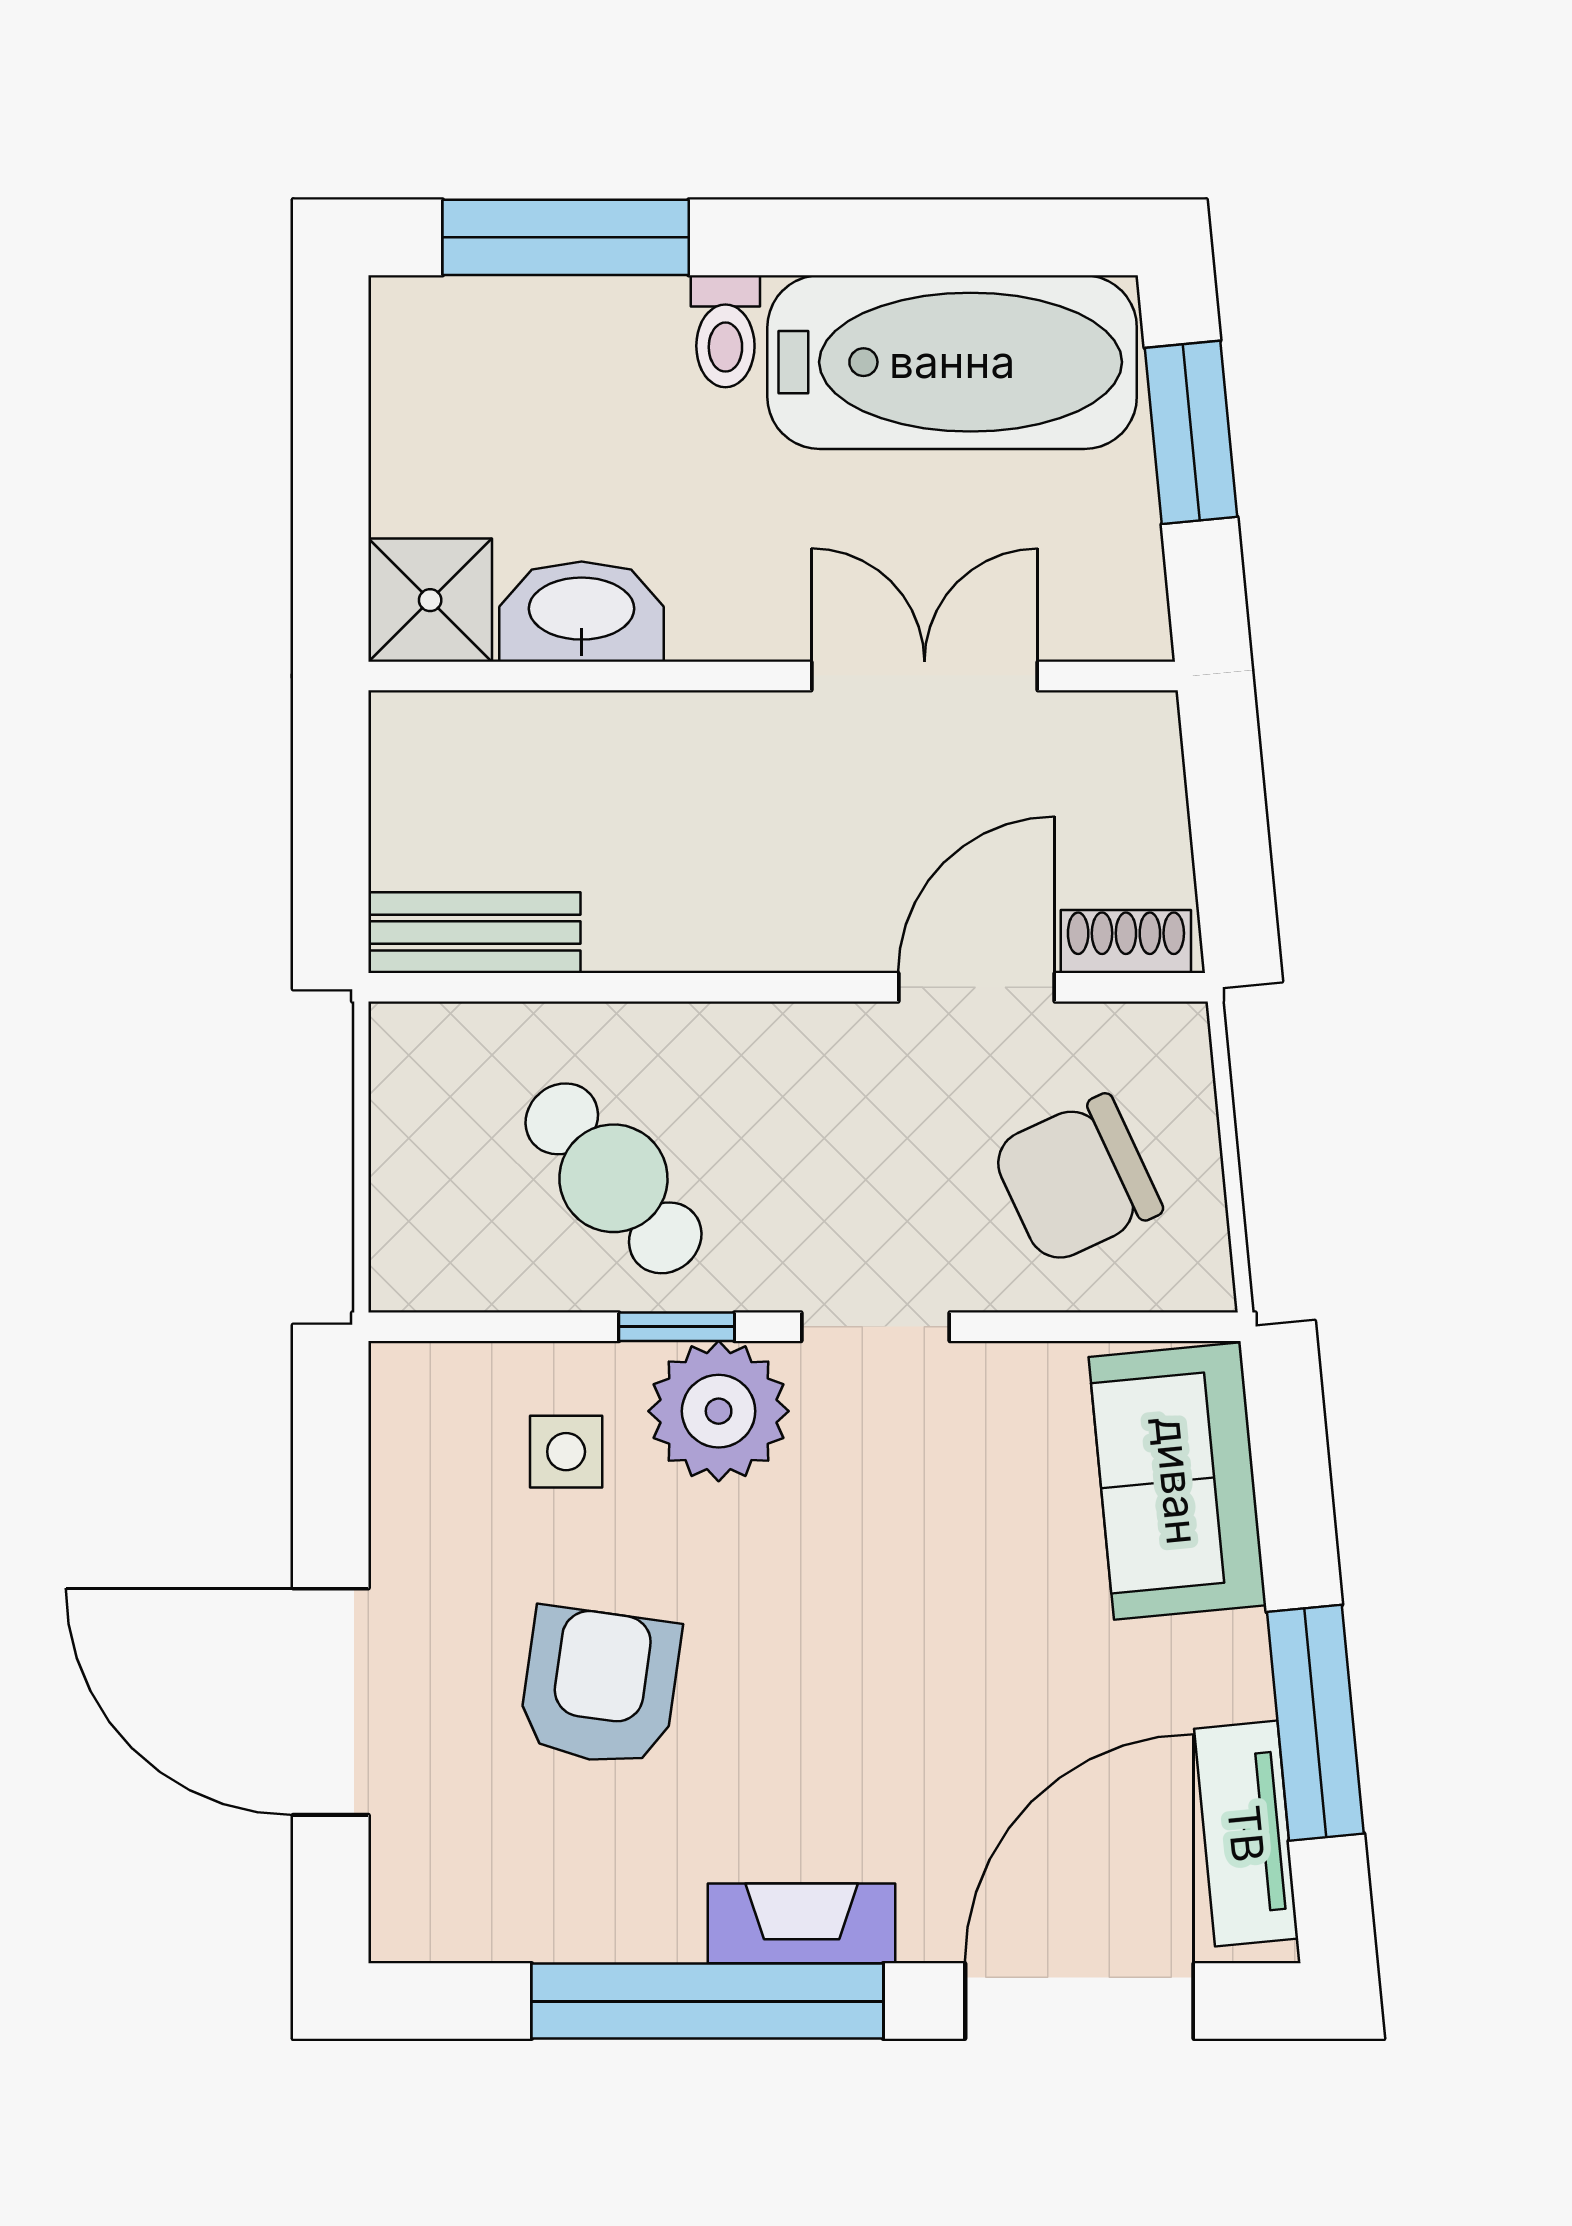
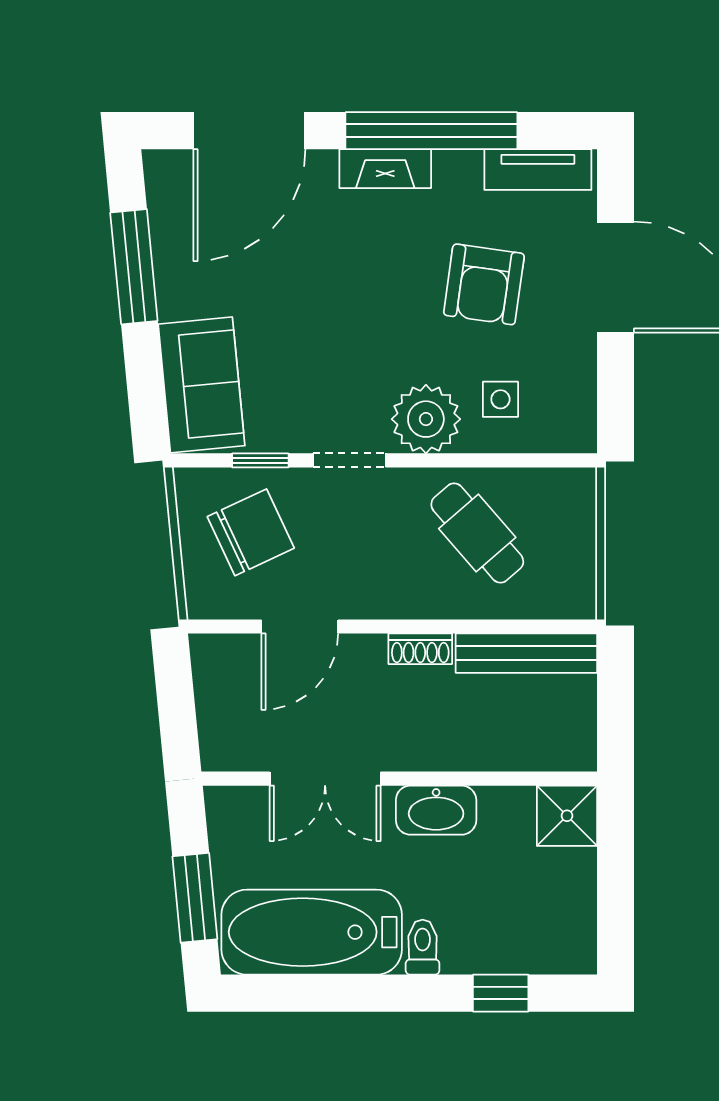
window: (566, 237) -> (501, 993), width x0.46
washbasin: (582, 612) -> (436, 810), moved
bench: (474, 933) -> (526, 653), width x1.36
shoe rack: (1126, 941) -> (420, 649), moved
window: (677, 1327) -> (260, 460), moved
tv unit: (1246, 1834) -> (538, 170), moved, turned 96

